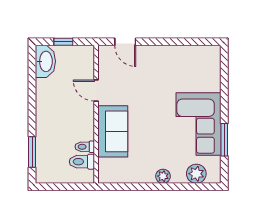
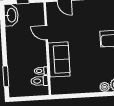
plant: (163, 176) -> (105, 87), moved

